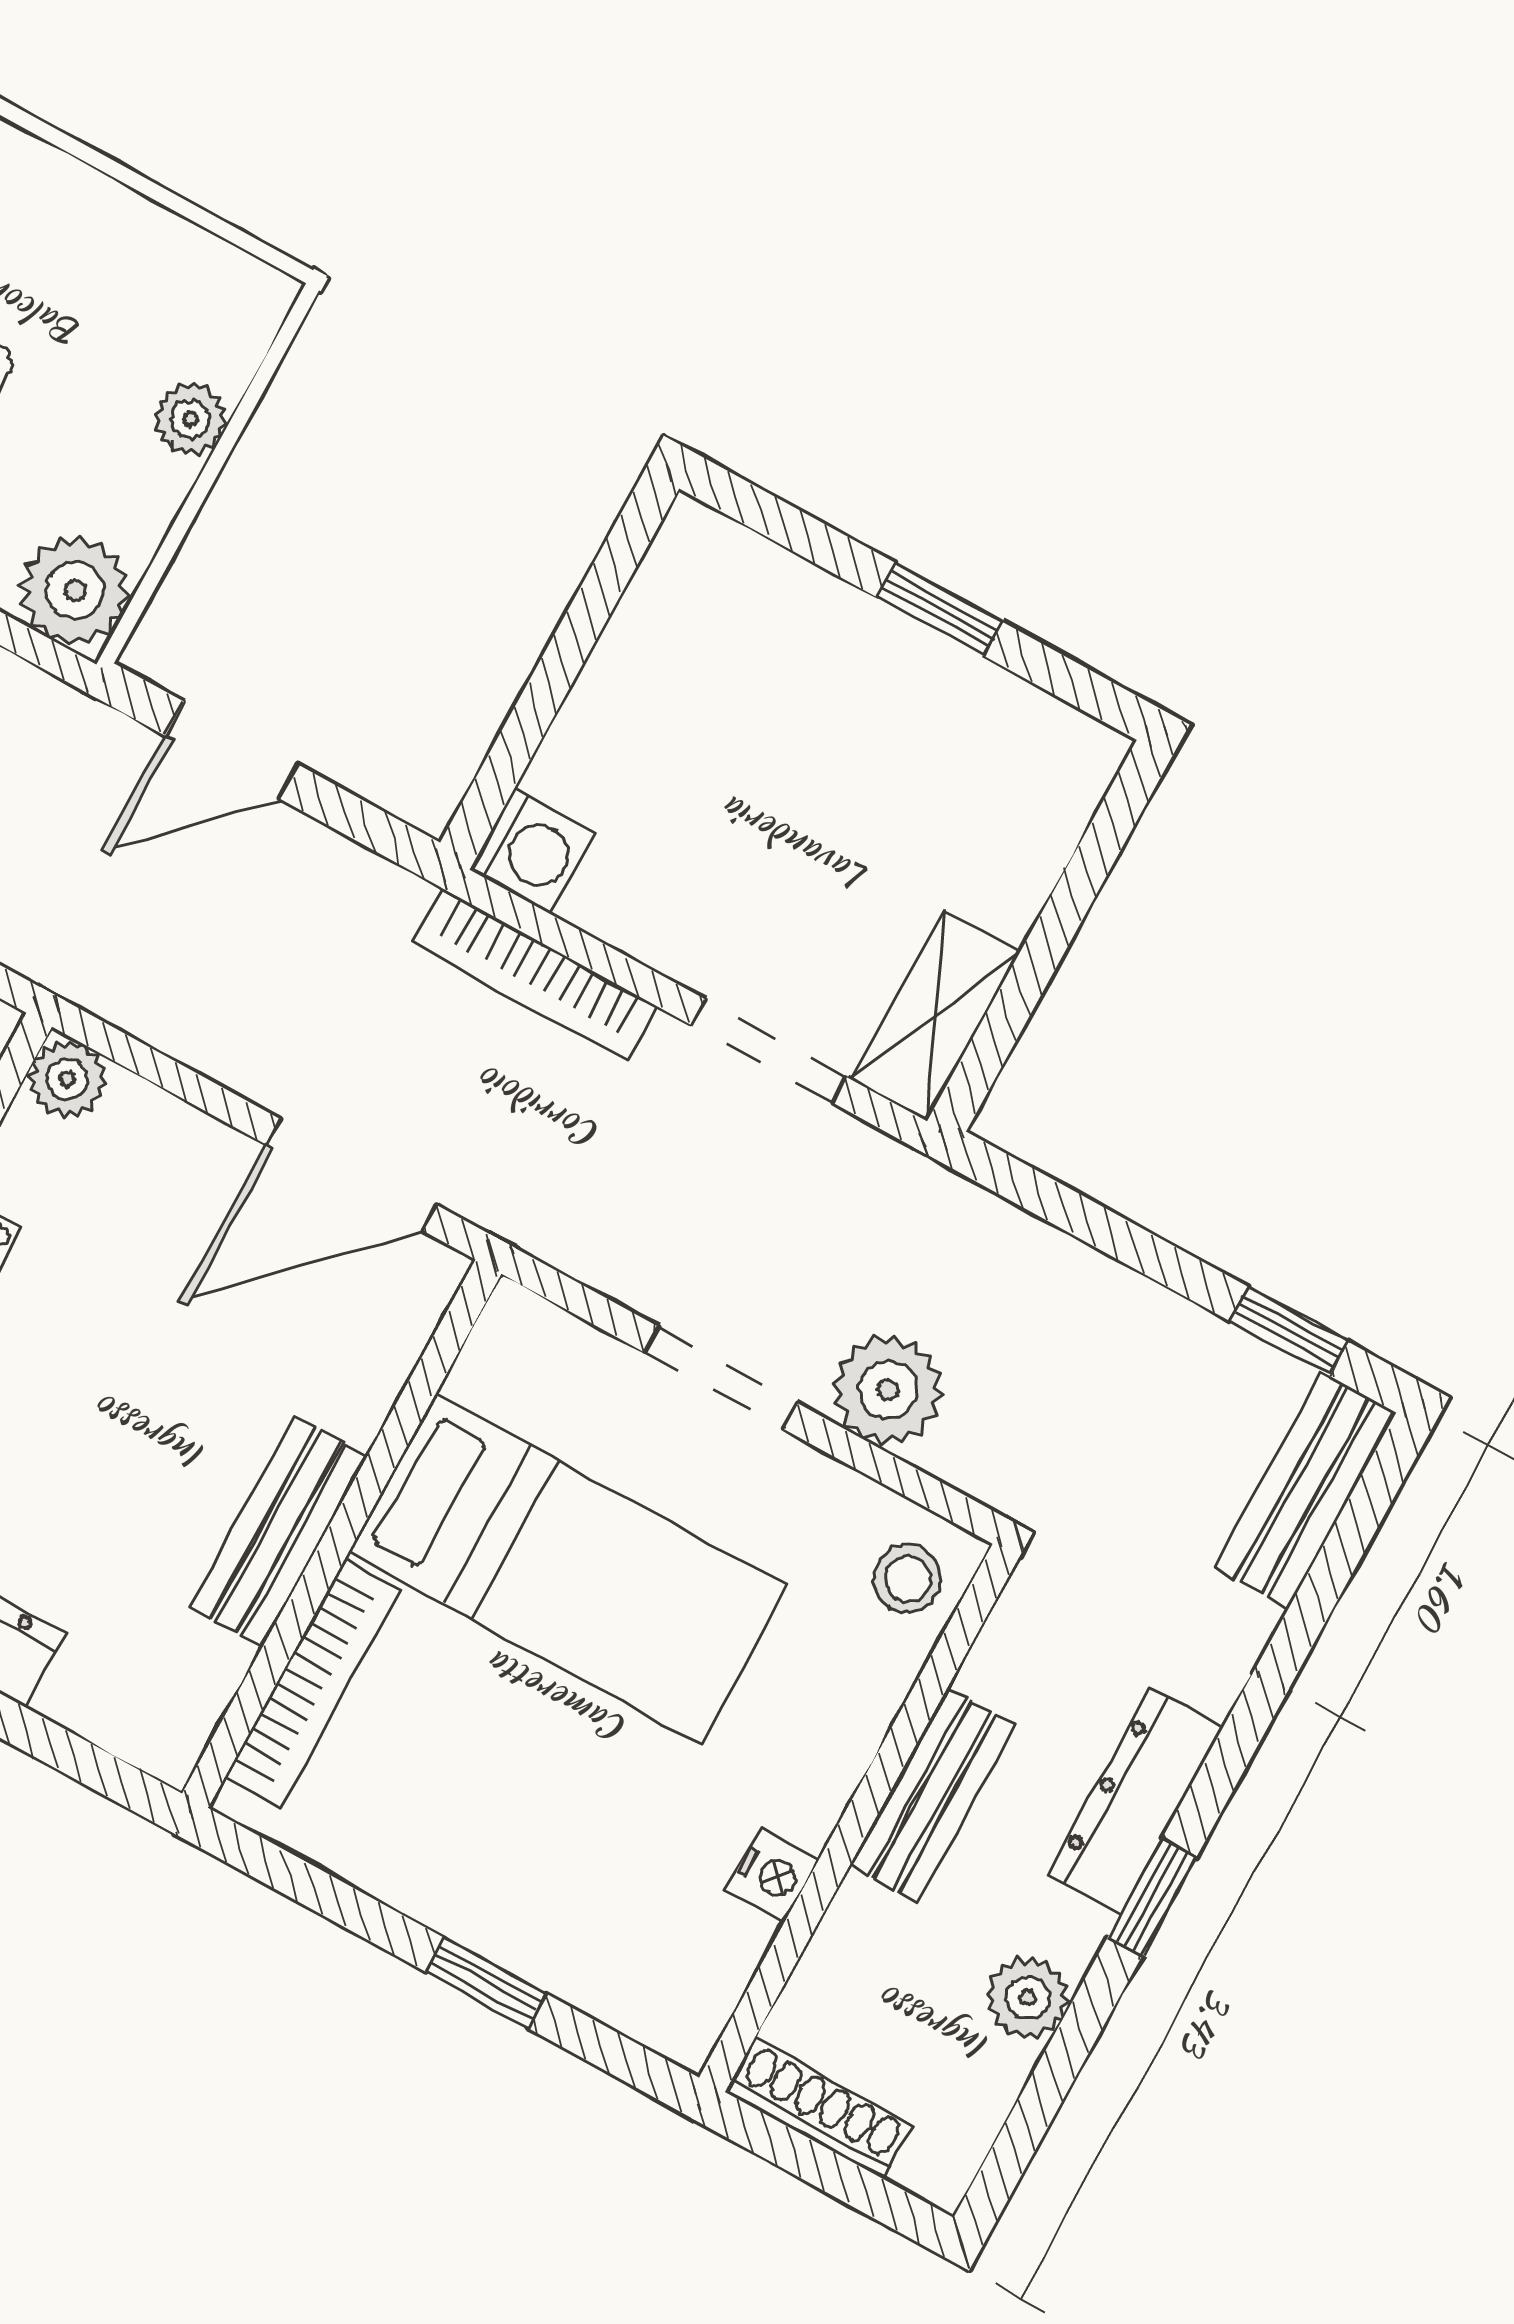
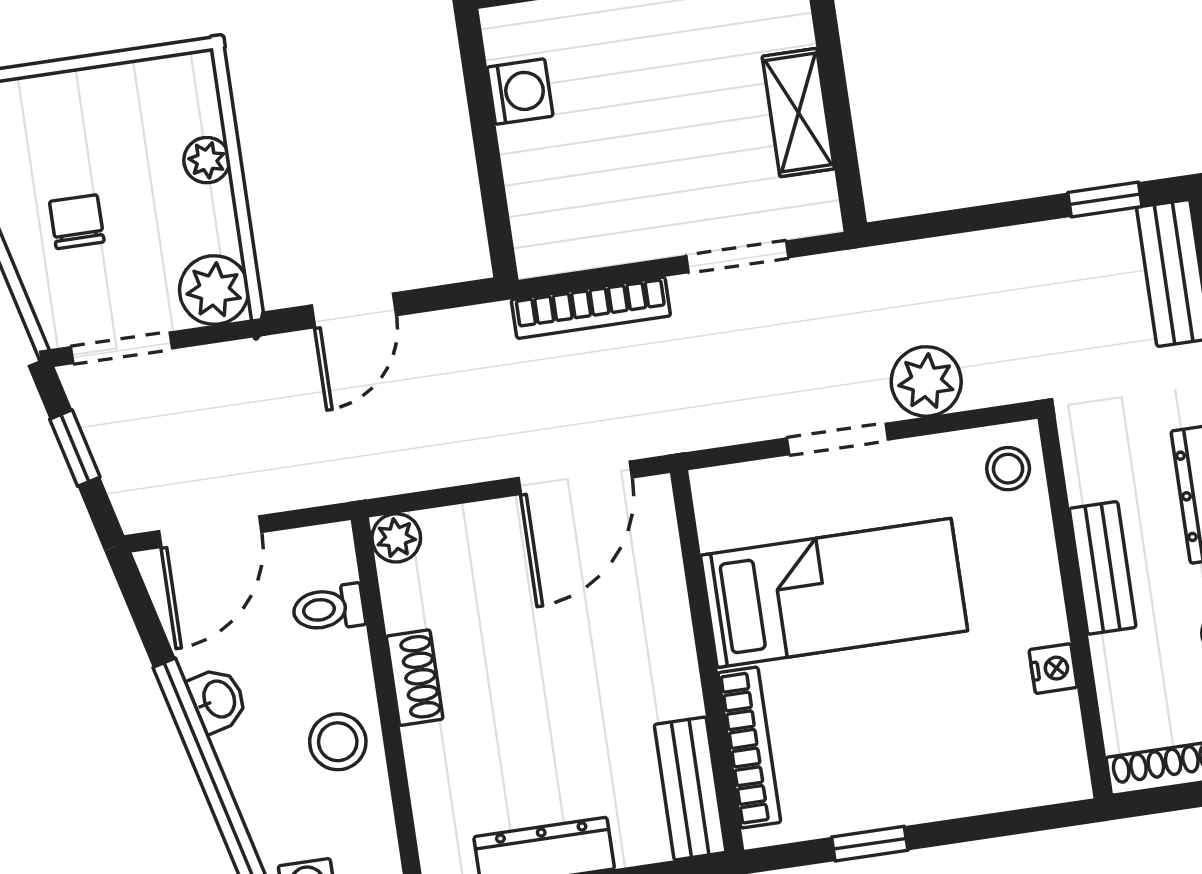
washing machine: (532, 852) -> (520, 92), moved
shelving: (936, 1015) -> (798, 113), moved
bench: (279, 1531) -> (690, 788), moved
window: (486, 1983) -> (870, 844), moved

